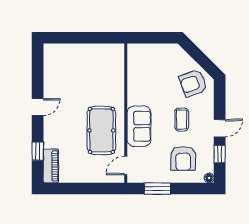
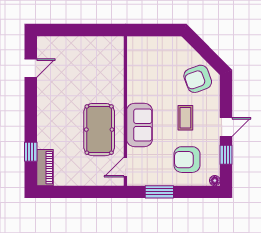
door: (38, 107) -> (31, 68), moved
armchair: (183, 158) -> (187, 160), turned 90

